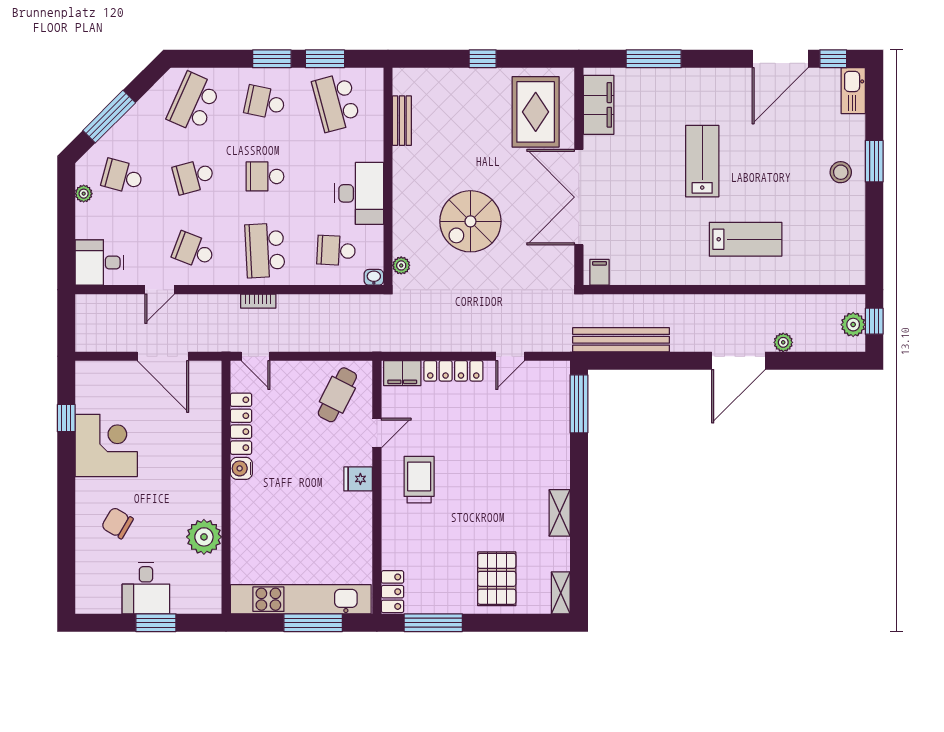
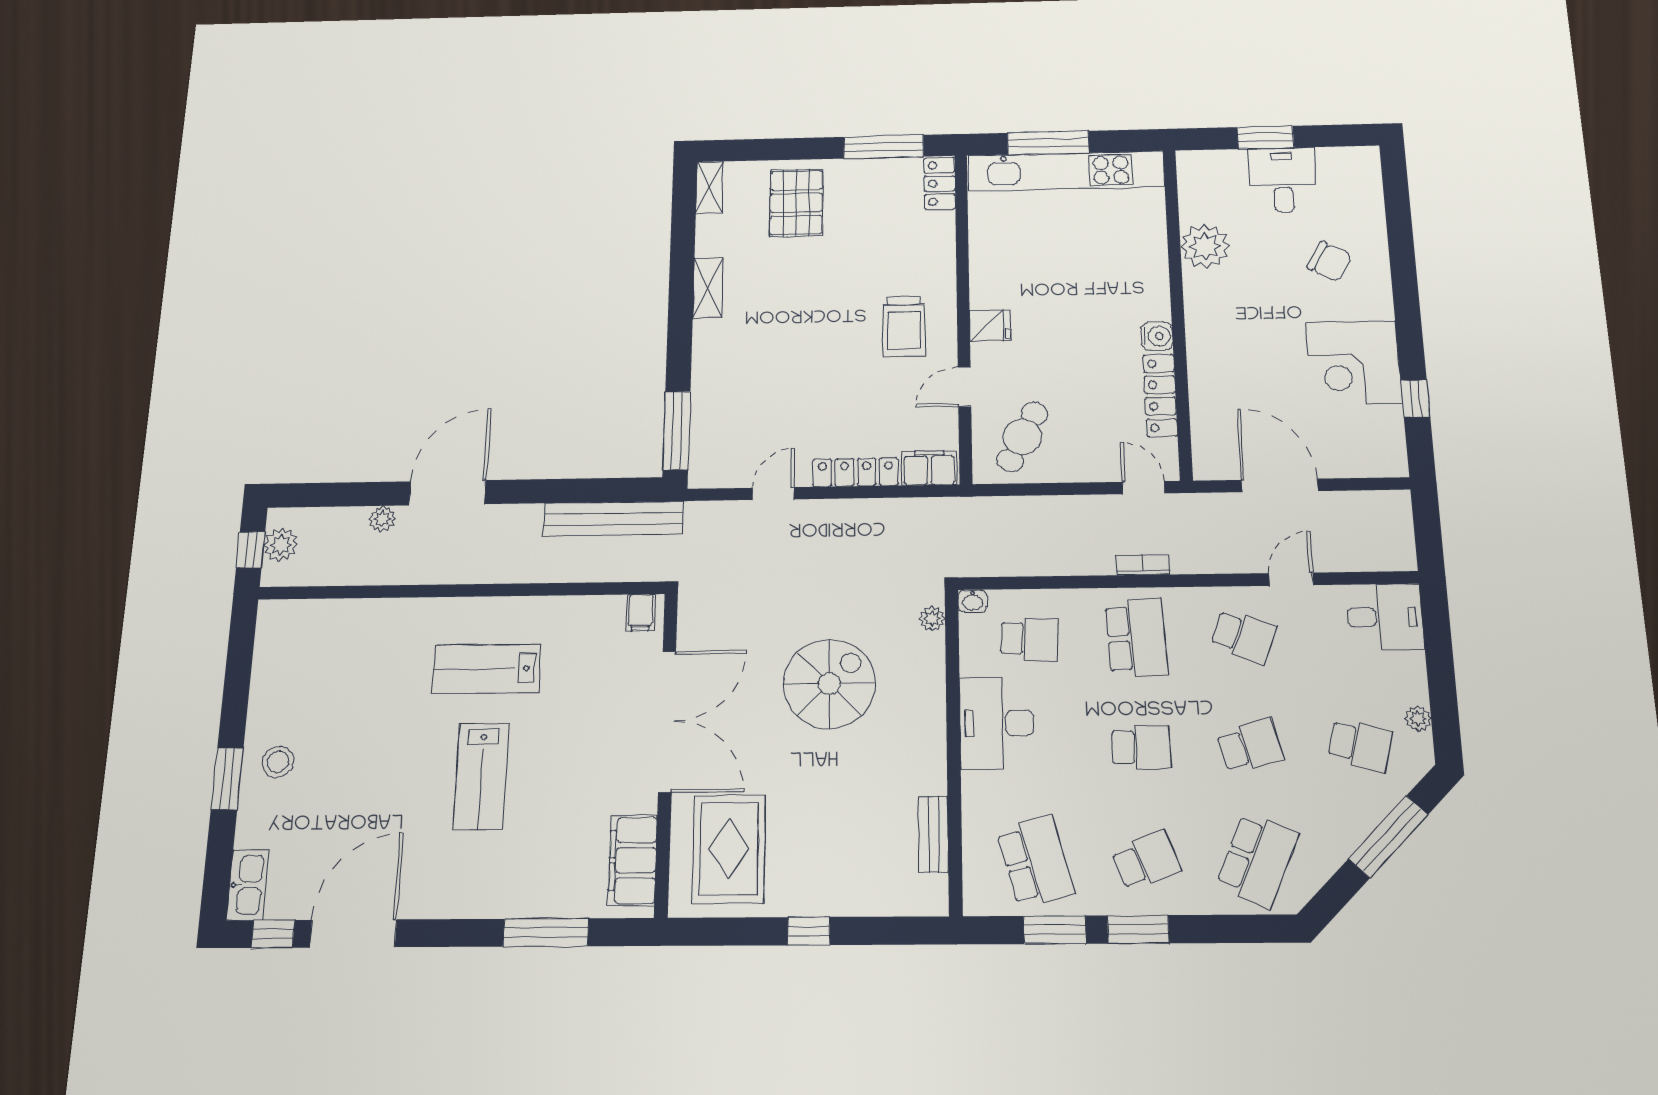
school desk: (265, 102) -> (1146, 861), turned -33
lab bench: (746, 239) -> (487, 669), moved

